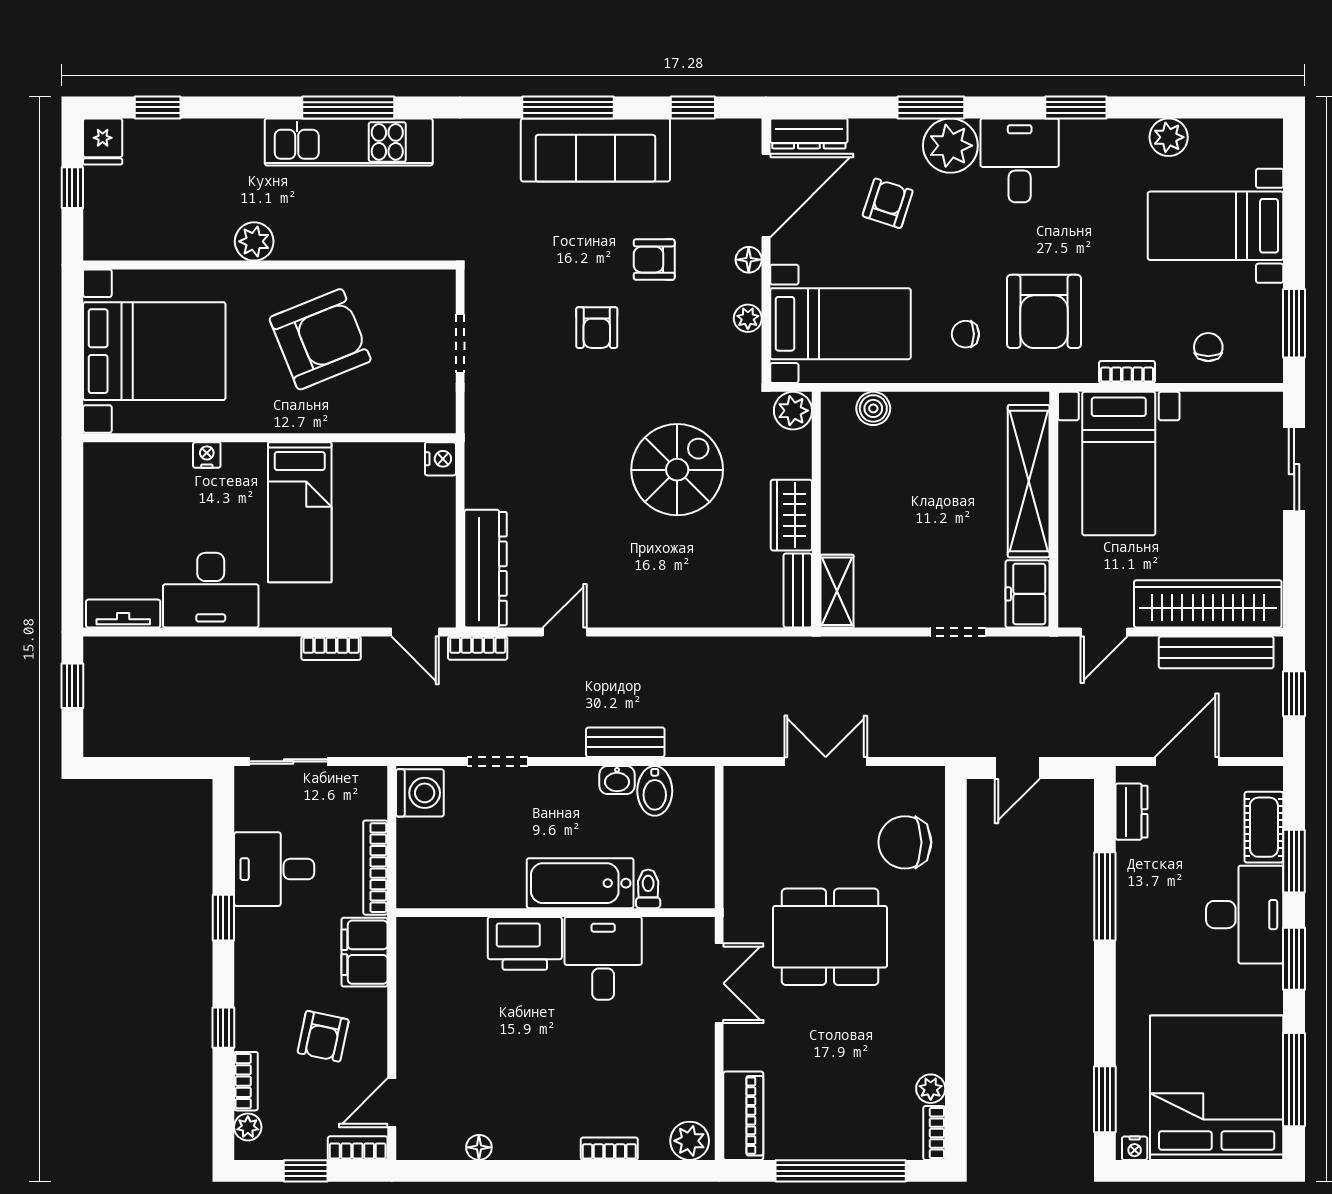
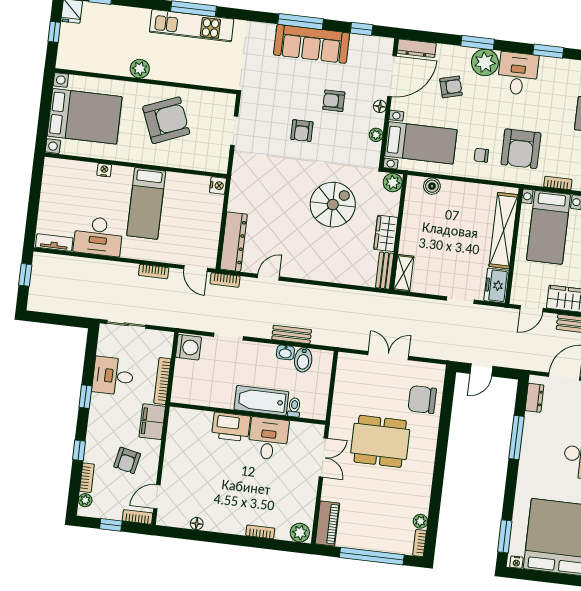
armchair: (888, 203) -> (451, 87), turned 57

